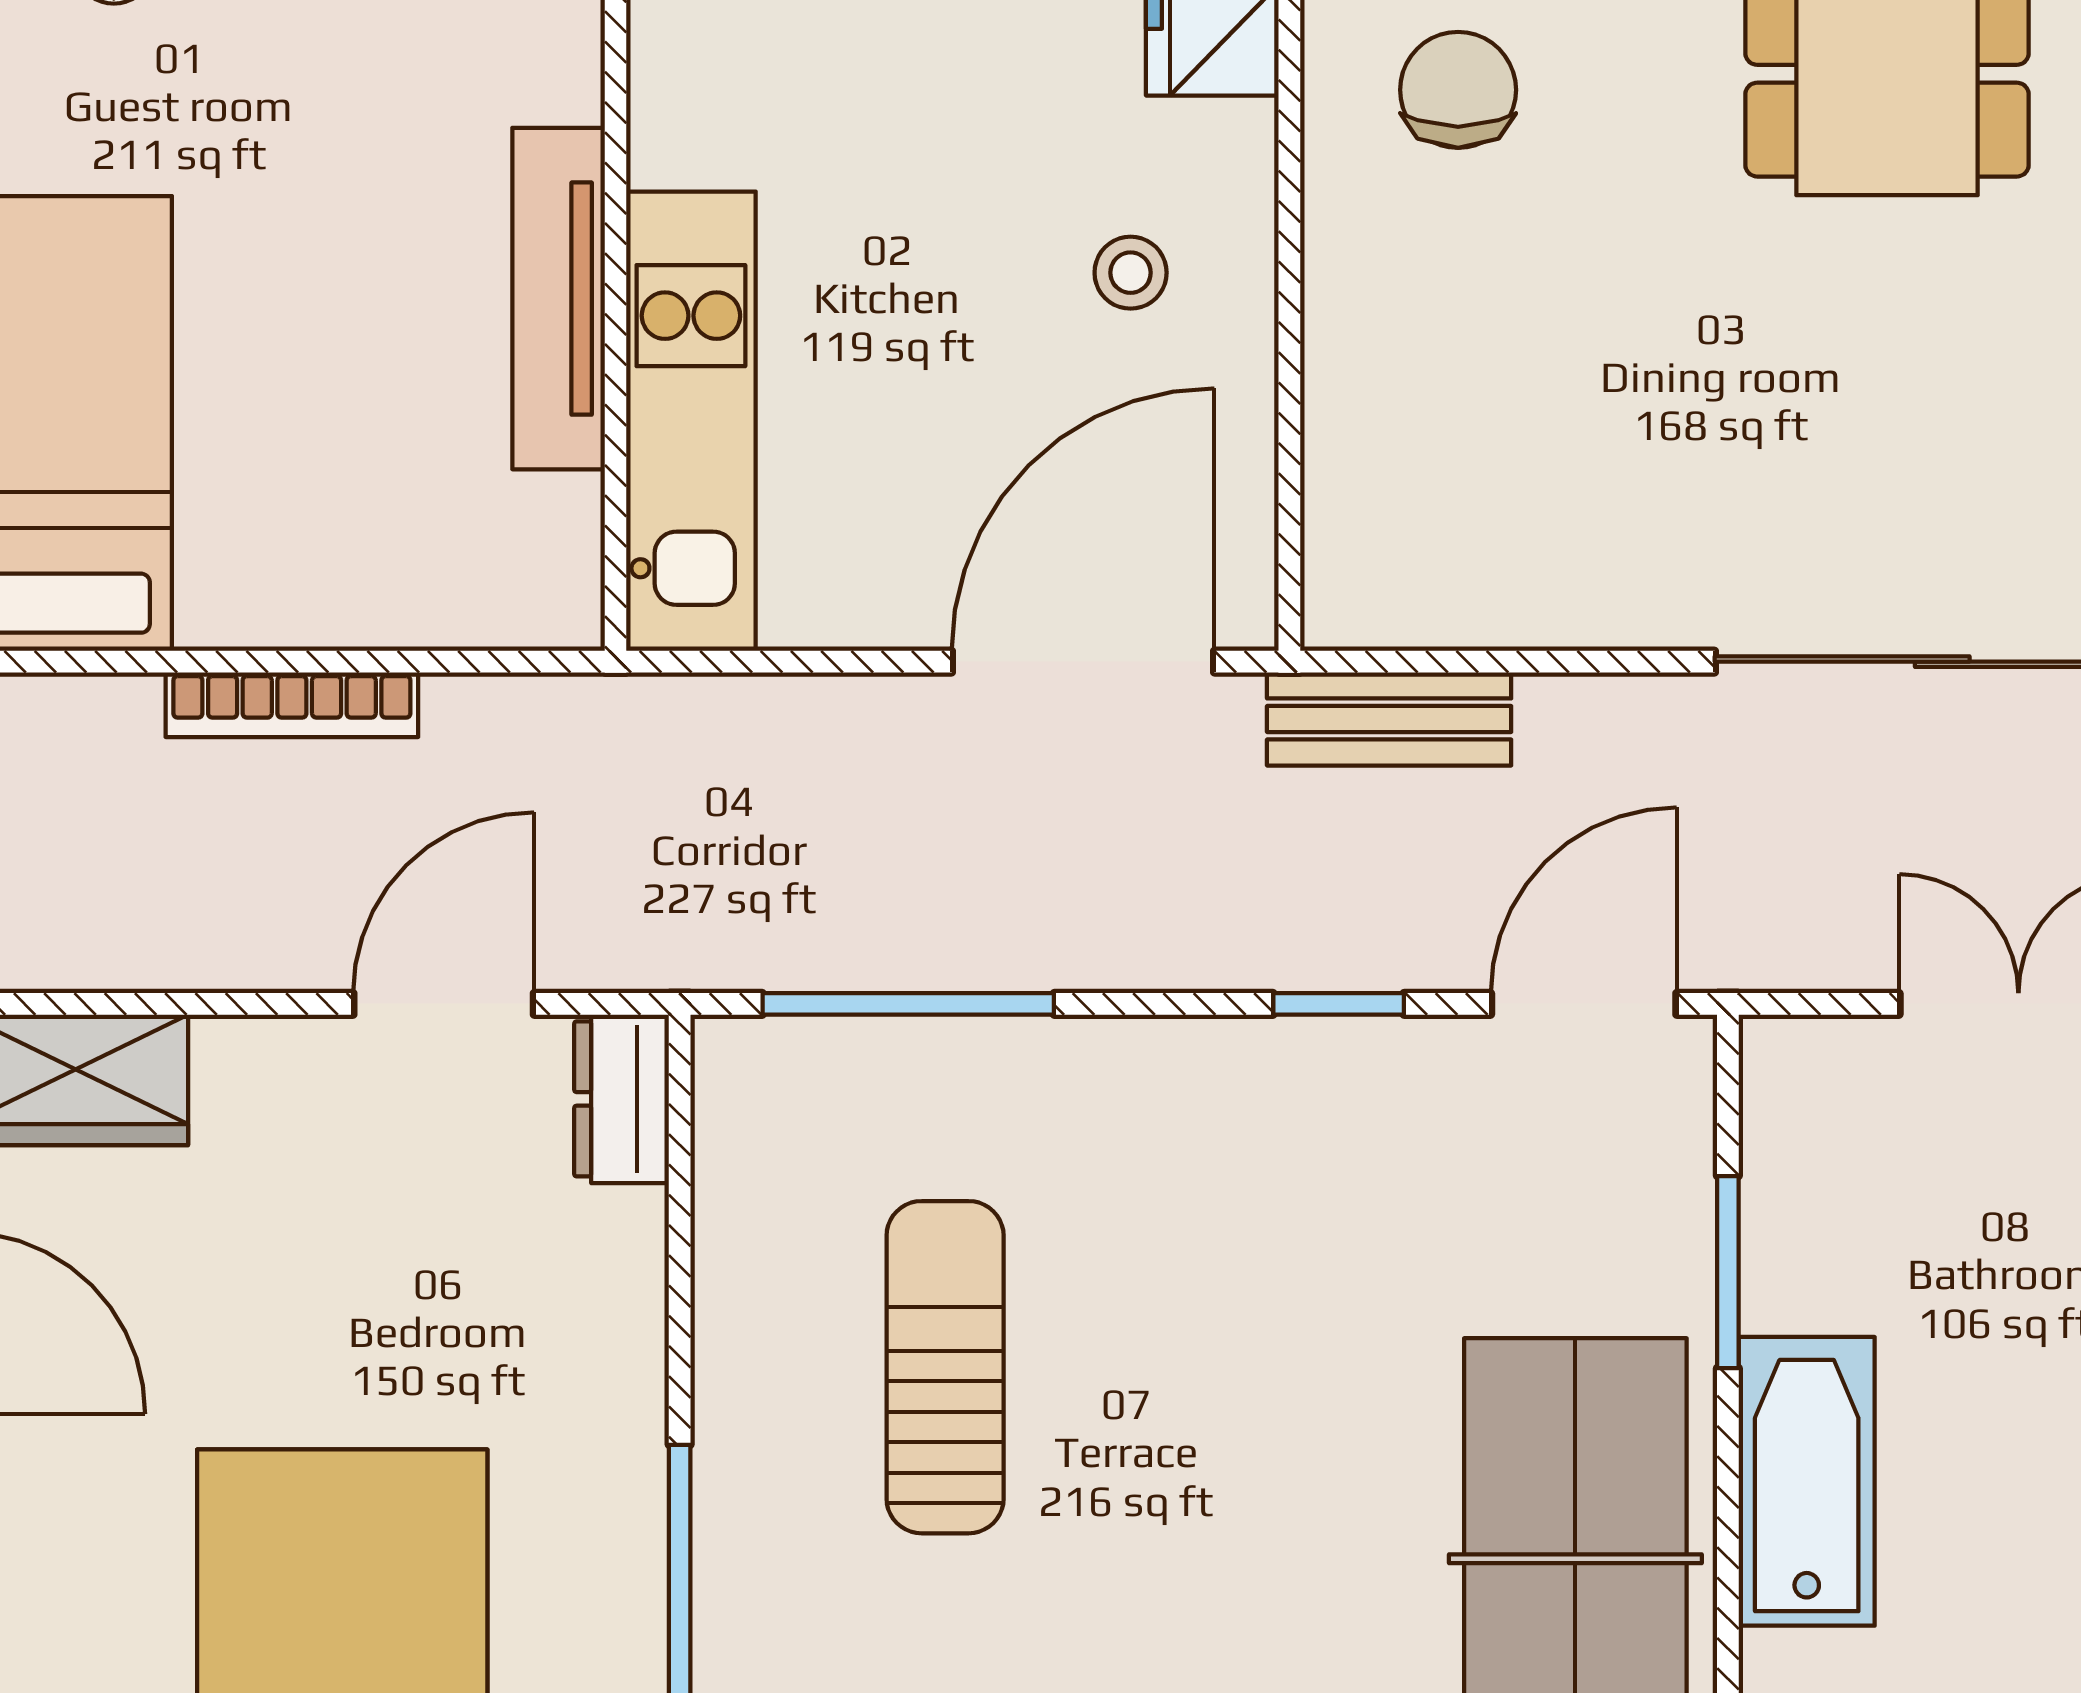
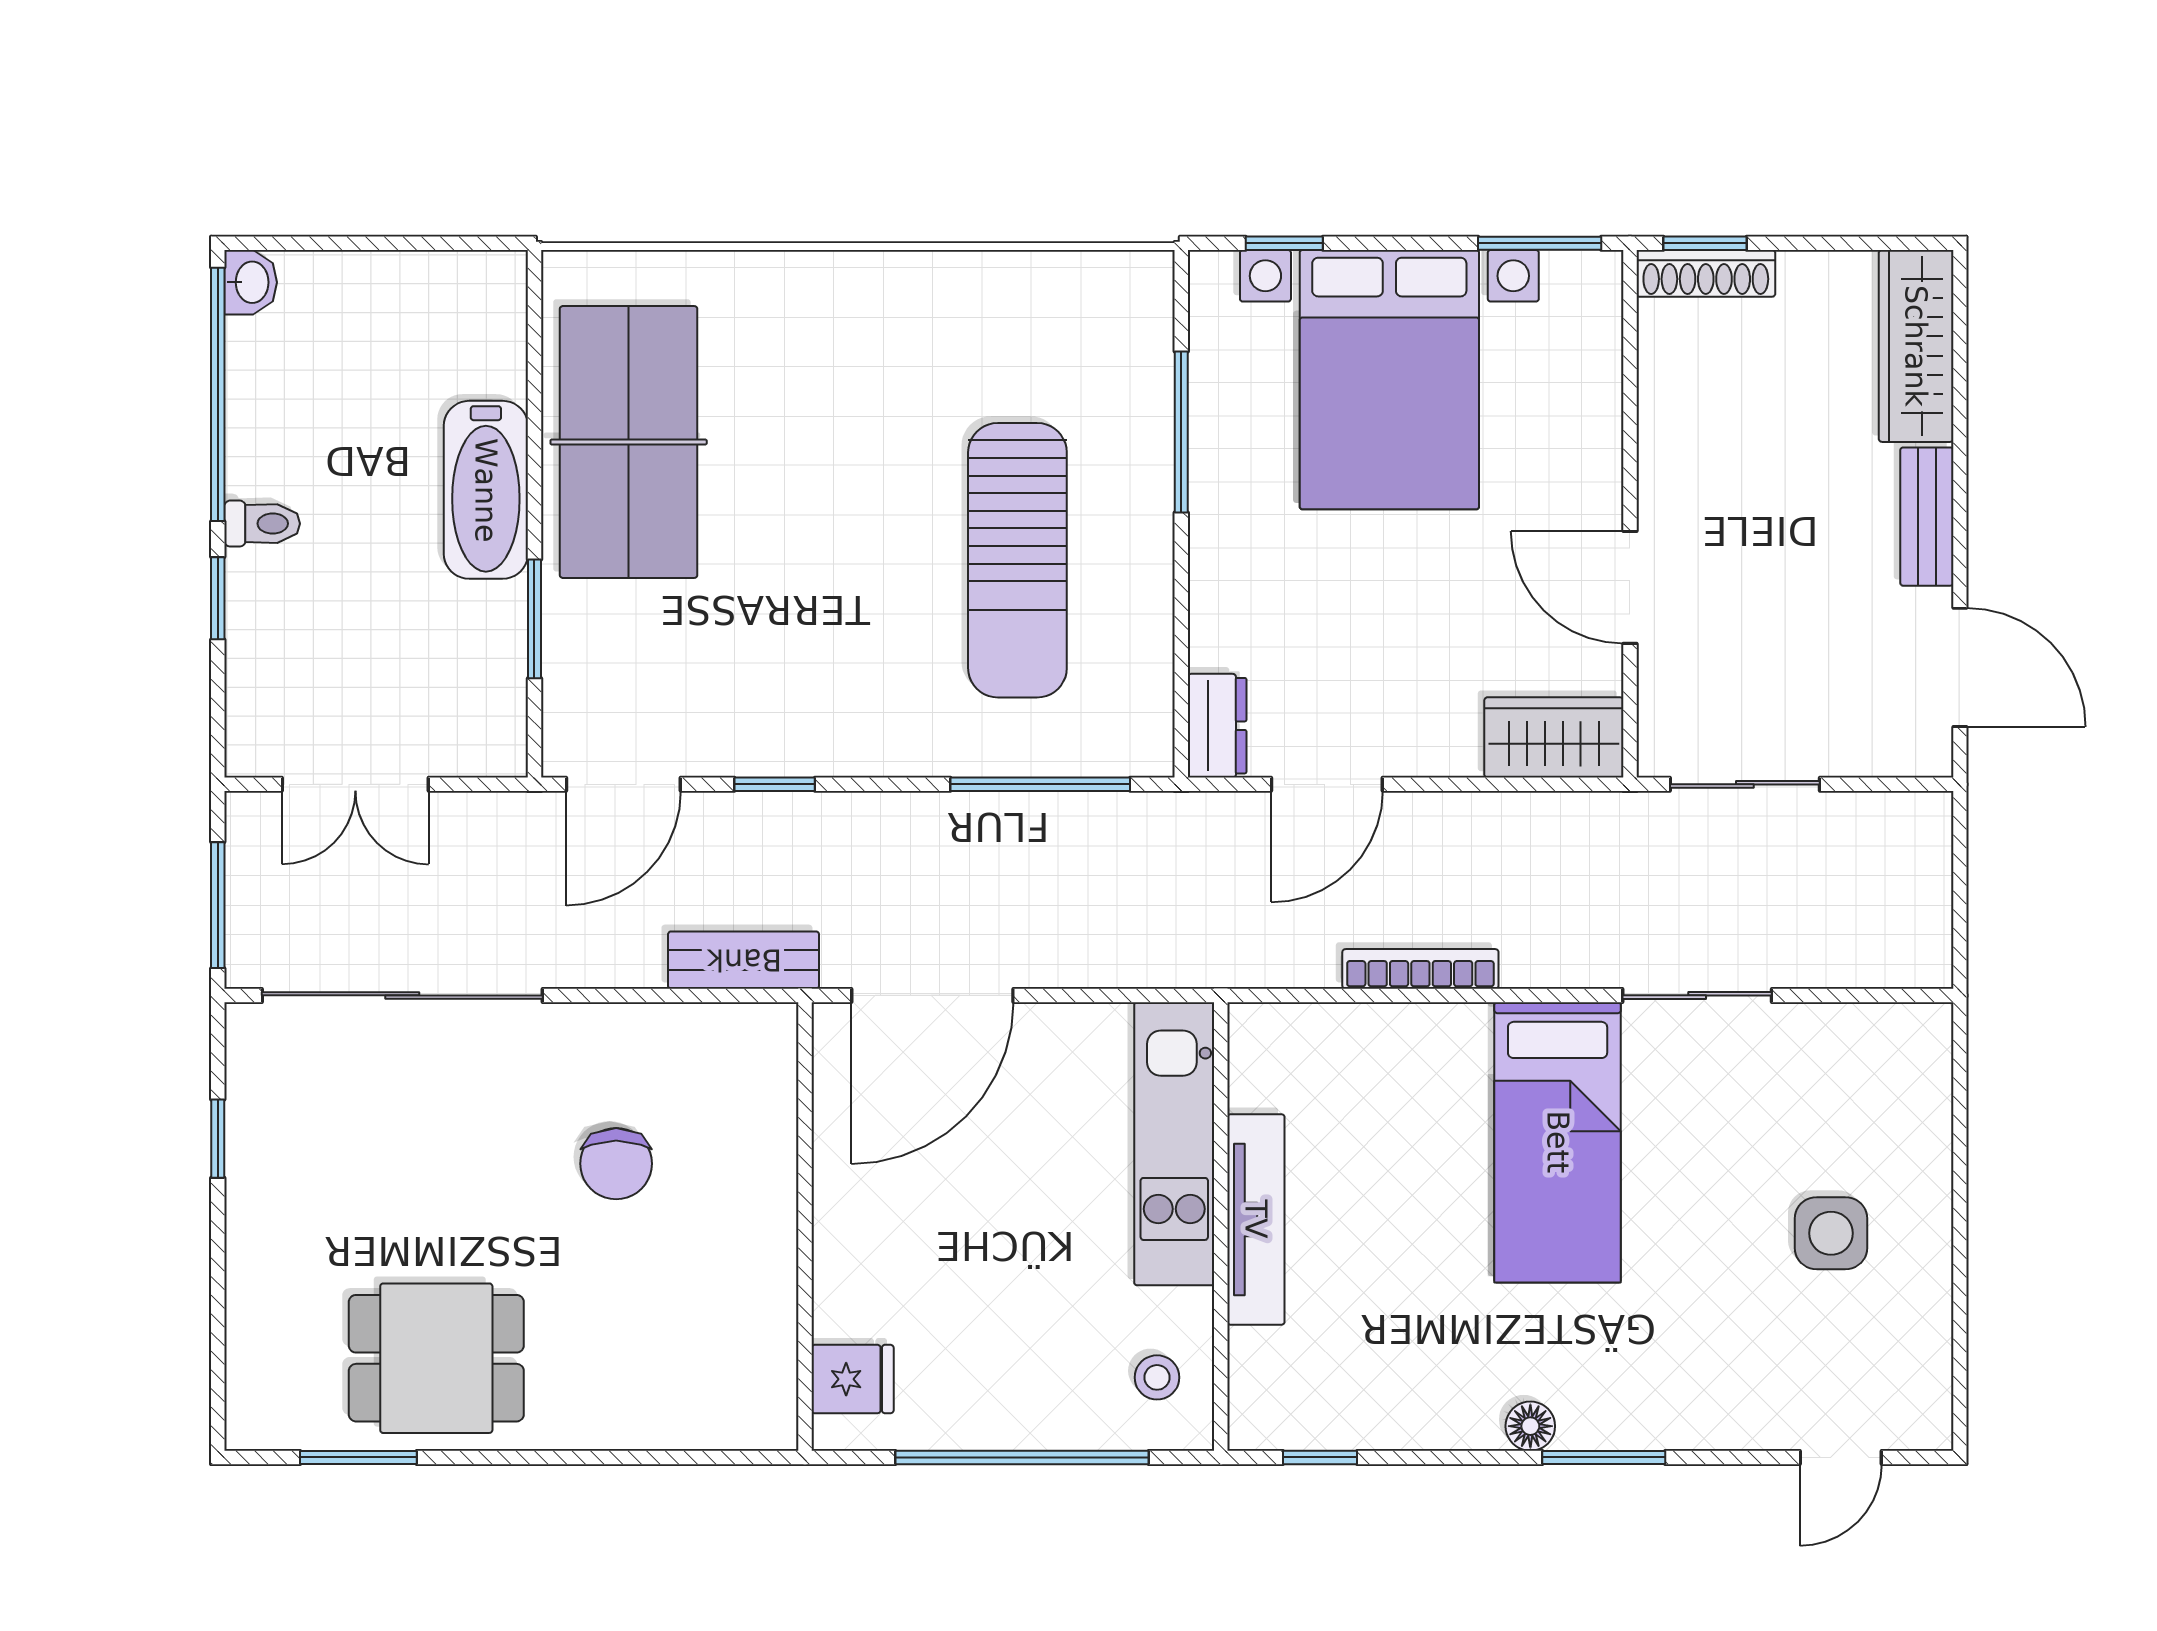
chair: (1458, 90) -> (616, 1164), moved
stool: (1131, 273) -> (1157, 1377), moved
sun lounger: (945, 1367) -> (1017, 560), width x1.36, depth x1.34

